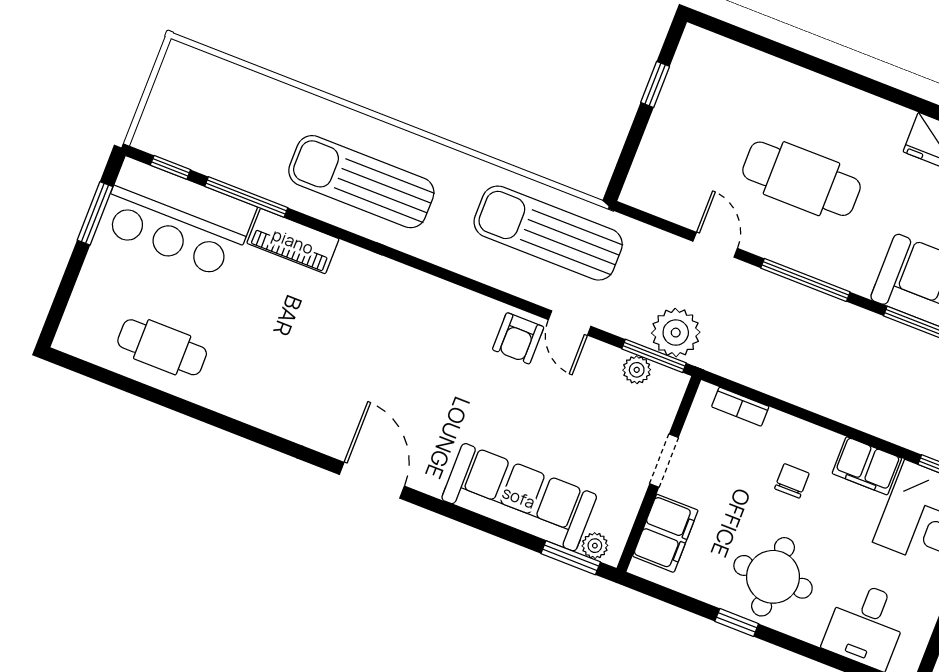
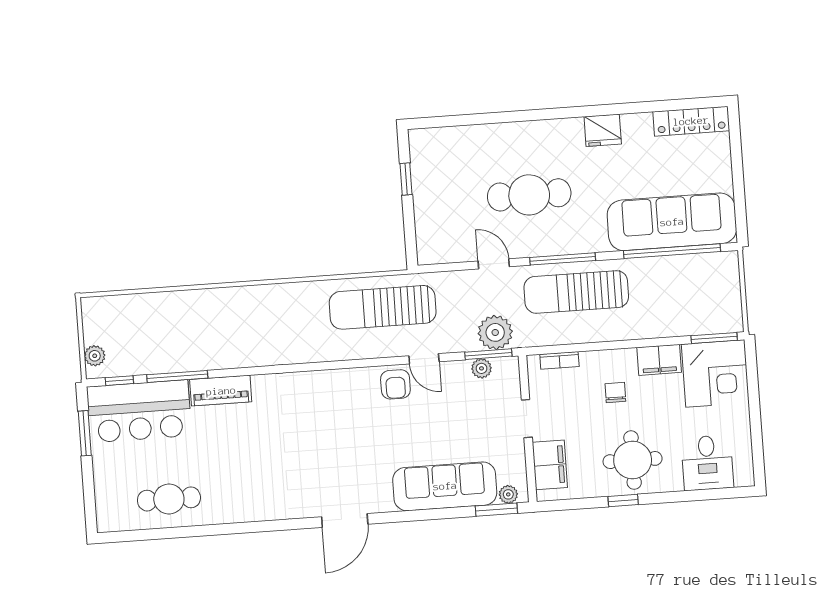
plant: (154, 121) -> (95, 356), added
sun lounger: (361, 182) -> (576, 292), moved
door: (372, 480) -> (345, 520), swing flipped

